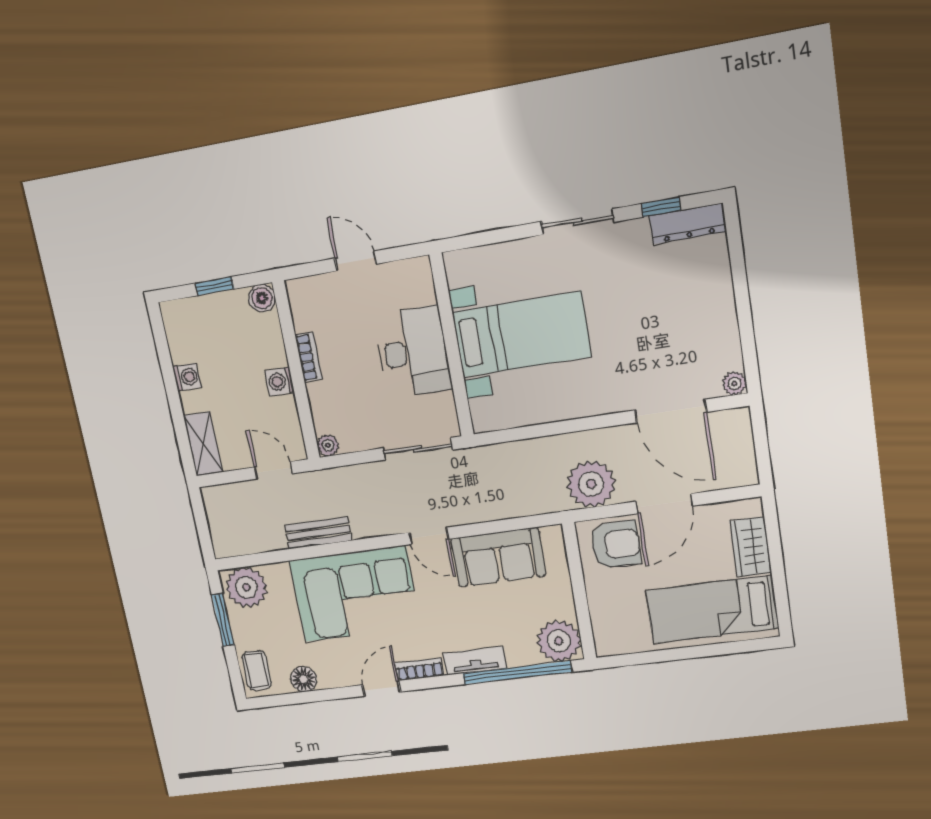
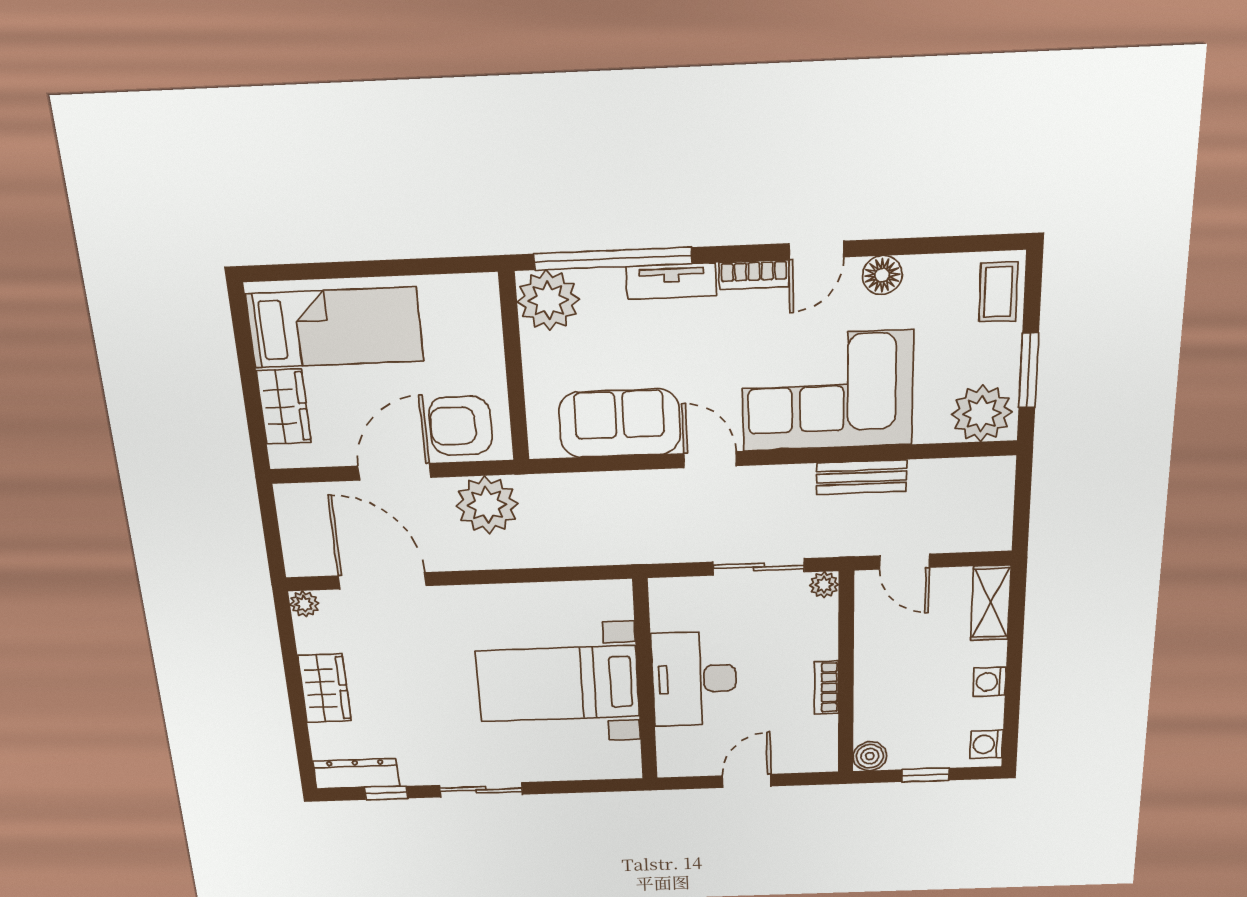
door: (355, 261) -> (747, 781), swing flipped
wardrobe: (717, 306) -> (324, 688), added
washing machine: (280, 382) -> (986, 744), moved, turned 180
sliding door: (418, 449) -> (759, 567), moved
floor lamp: (304, 679) -> (882, 275), moved

